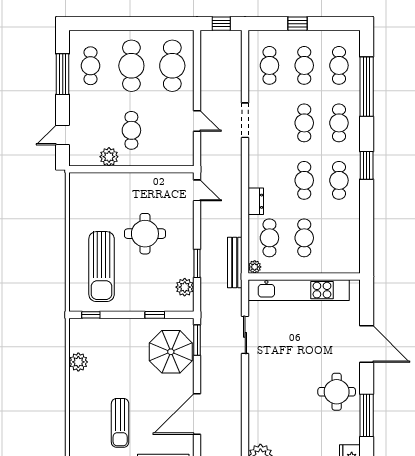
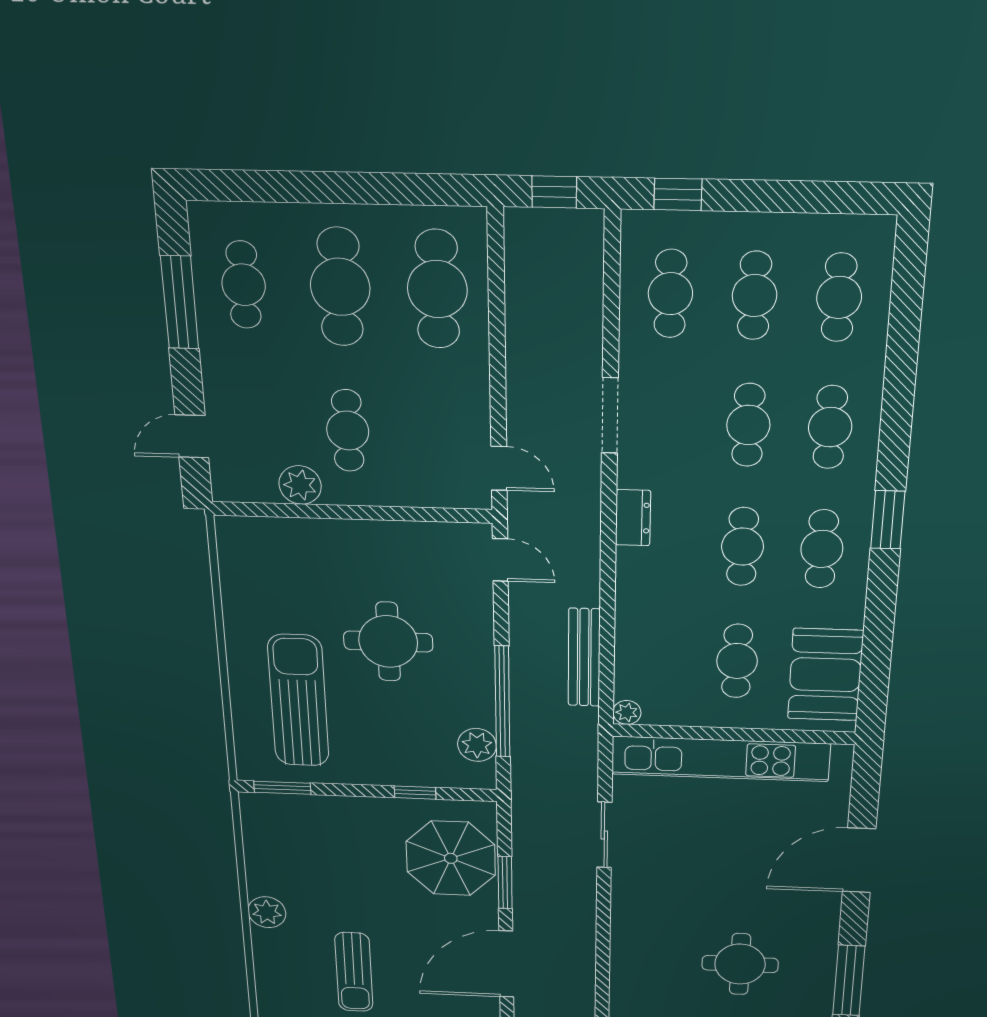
window: (298, 24) -> (678, 194), moved
window: (367, 87) -> (902, 348), removed
door: (197, 121) -> (499, 468), moved
dresser: (256, 201) -> (633, 518), moved
cafe table: (269, 238) -> (660, 659), removed
booth: (344, 243) -> (825, 675), added
bench: (235, 262) -> (584, 658), moved
window: (197, 263) -> (502, 702), width x2.11
sun lounger: (102, 267) -> (298, 701), turned 180
window: (91, 315) -> (282, 788), width x1.50
window: (197, 340) -> (505, 883), moved
door: (367, 344) -> (859, 860), swing flipped
plant: (78, 362) -> (267, 912), moved
round table: (337, 392) -> (740, 964), moved

